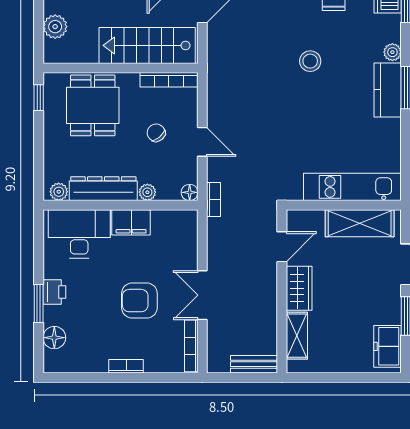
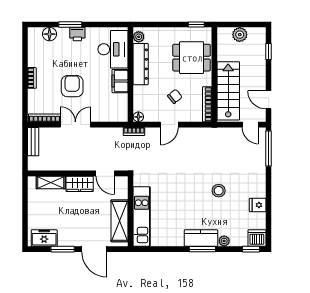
plant: (147, 192) -> (138, 91), removed
bench: (254, 364) -> (33, 142), moved

